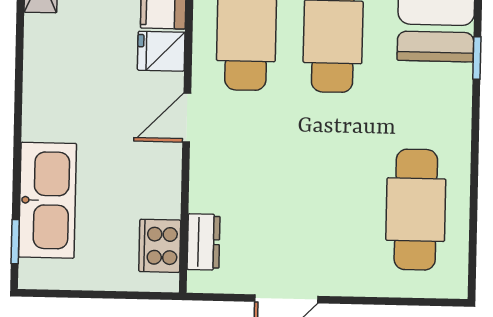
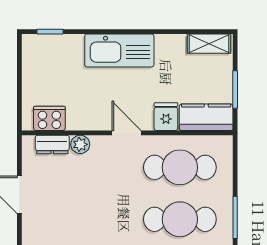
plant: (204, 195) -> (80, 144), added
kitchen sink: (47, 200) -> (119, 50), moved

